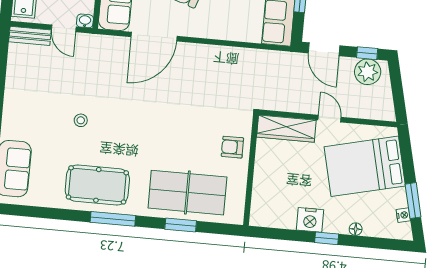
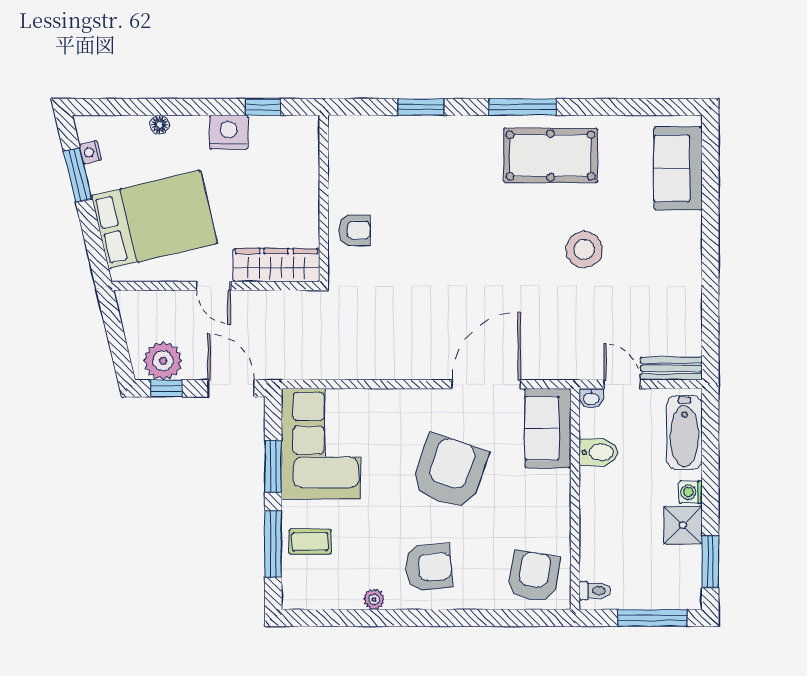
stool: (81, 120) -> (584, 250), width x1.89, depth x1.89
table tennis table: (187, 193) -> (415, 156), removed
window: (327, 238) -> (263, 107), moved

